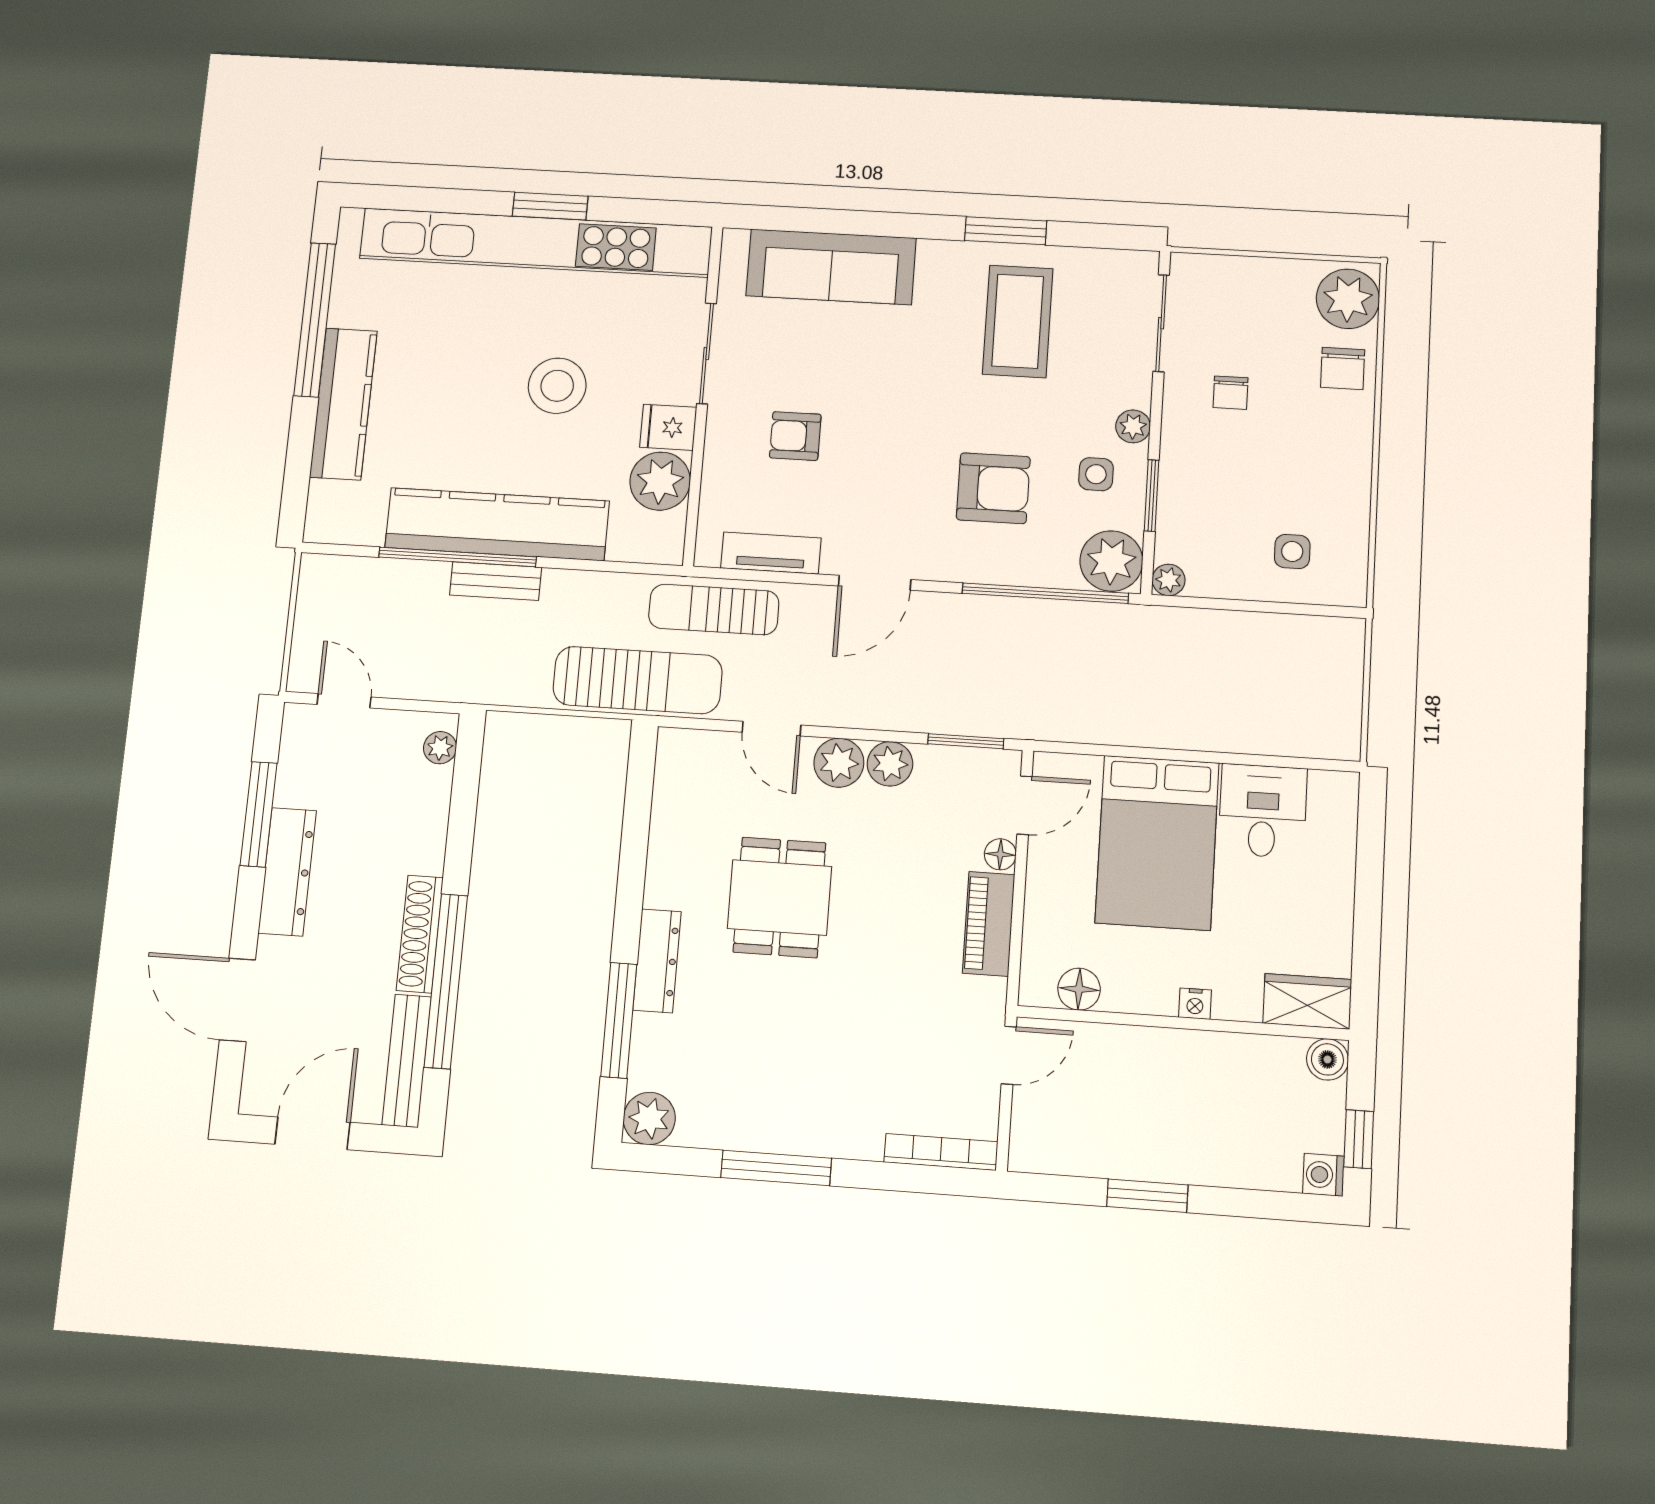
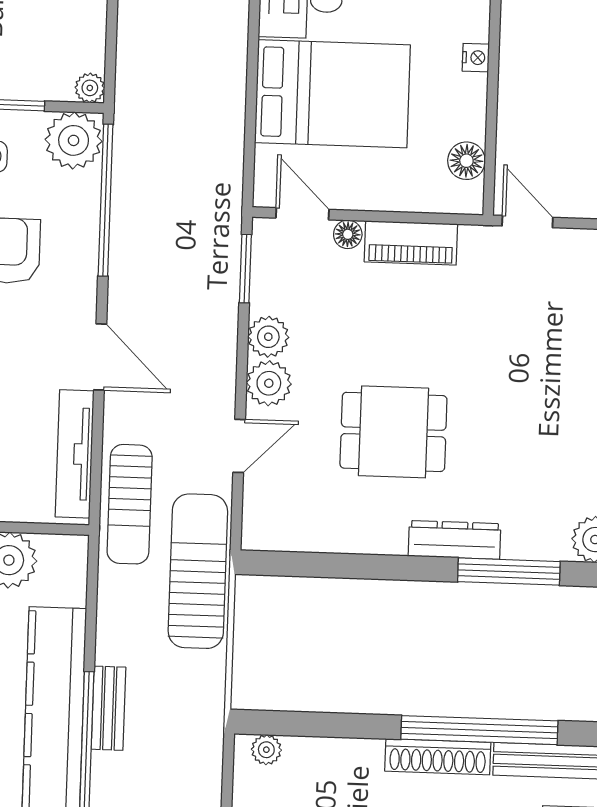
tv unit: (771, 553) -> (75, 454), width x1.41

